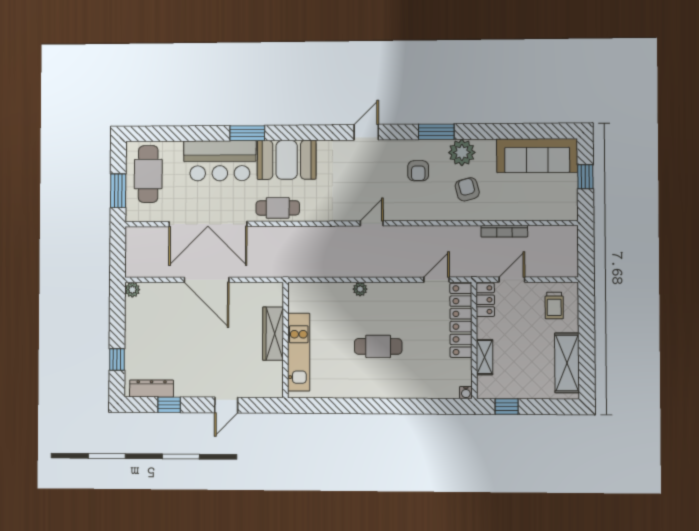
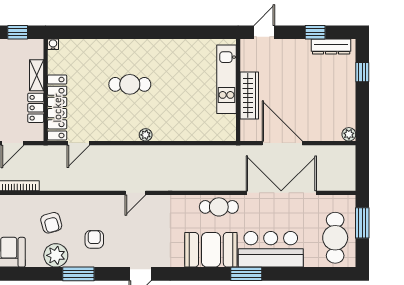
locker: (485, 300) -> (36, 108), moved
wardrobe: (273, 334) -> (249, 95), moved
wall: (286, 340) -> (238, 90), moved
kitchen unit: (299, 352) -> (226, 79), moved

